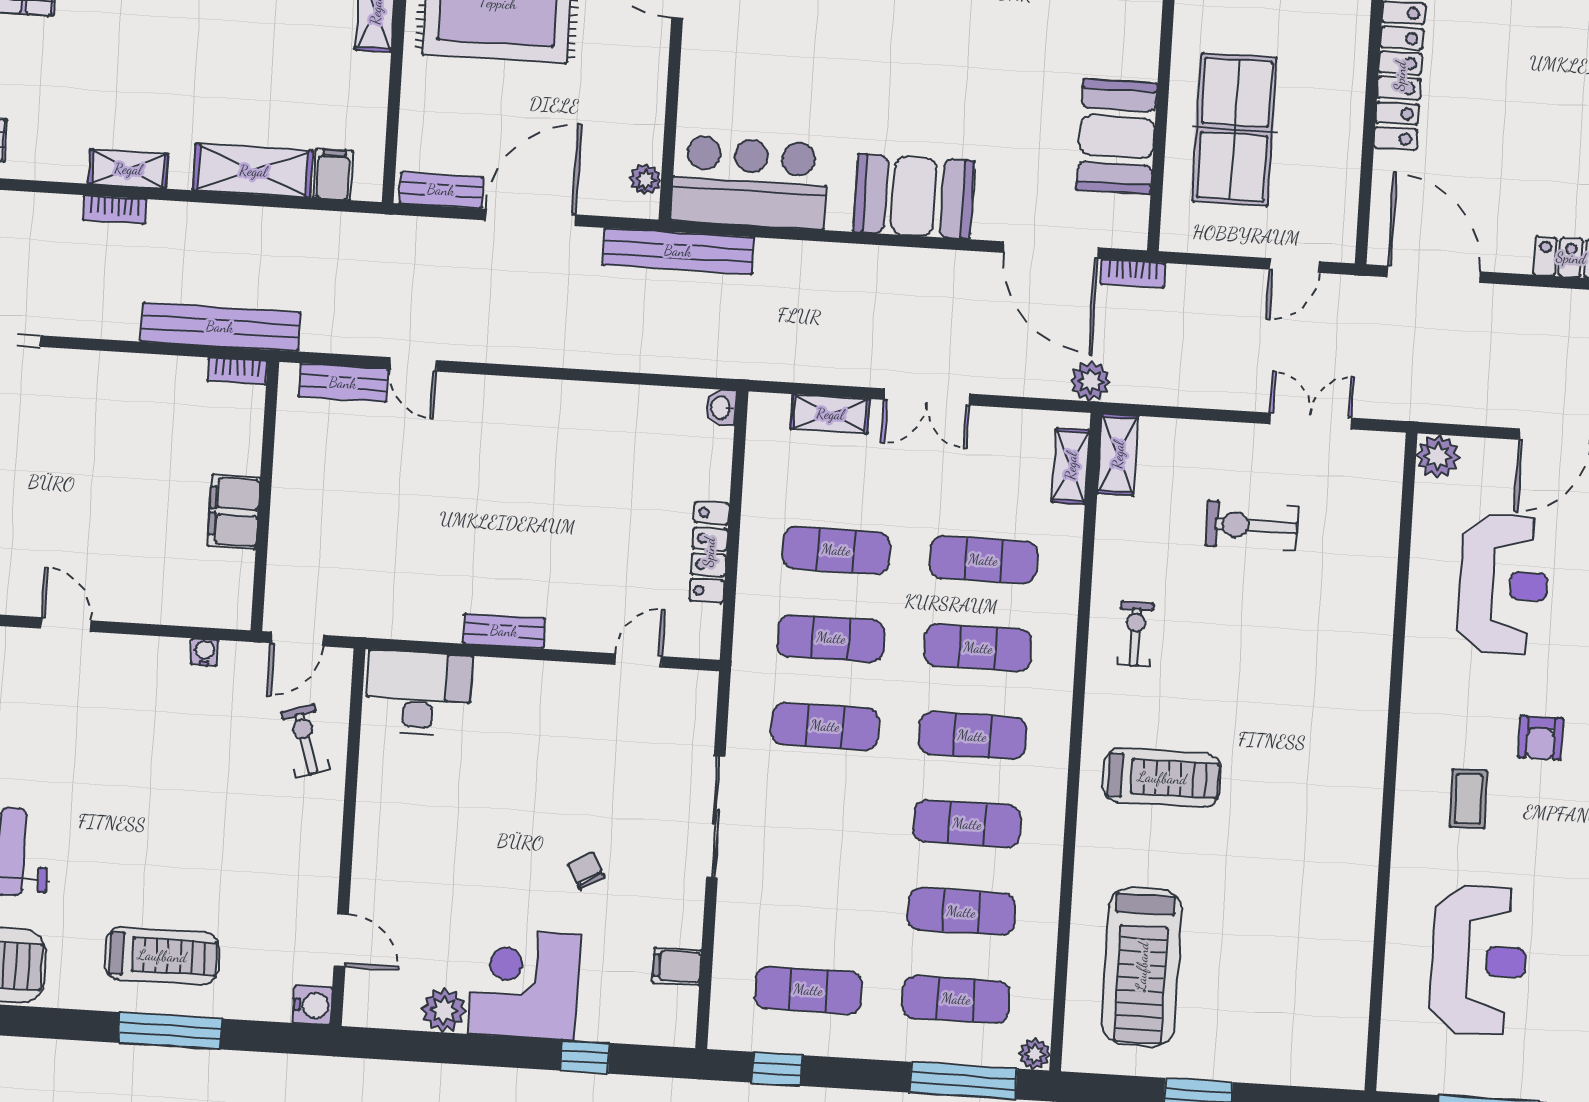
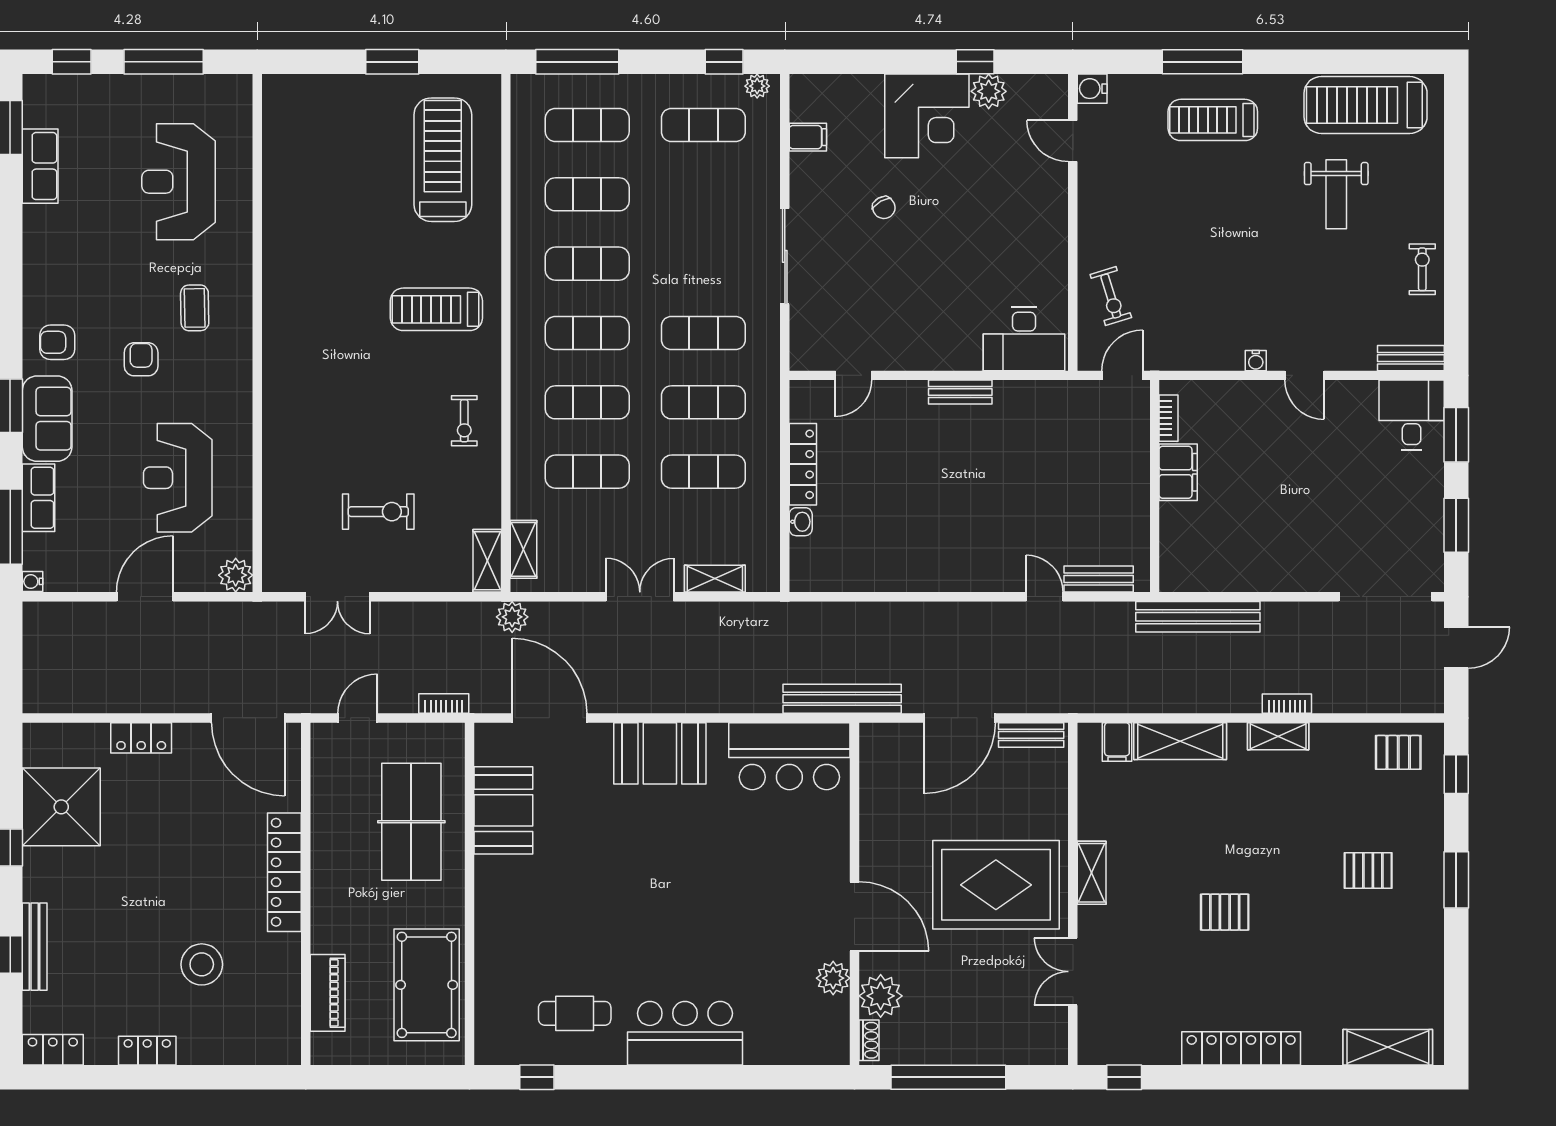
plant: (646, 180) -> (871, 753), removed
bookcase: (1133, 274) -> (444, 704), moved
bookcase: (237, 371) -> (1168, 418), moved, turned 90
washbasin: (721, 408) -> (801, 522), moved
water cooler: (205, 652) -> (1256, 361), moved
plant: (1035, 1054) -> (757, 86), moved
window: (585, 1057) -> (975, 62), moved

